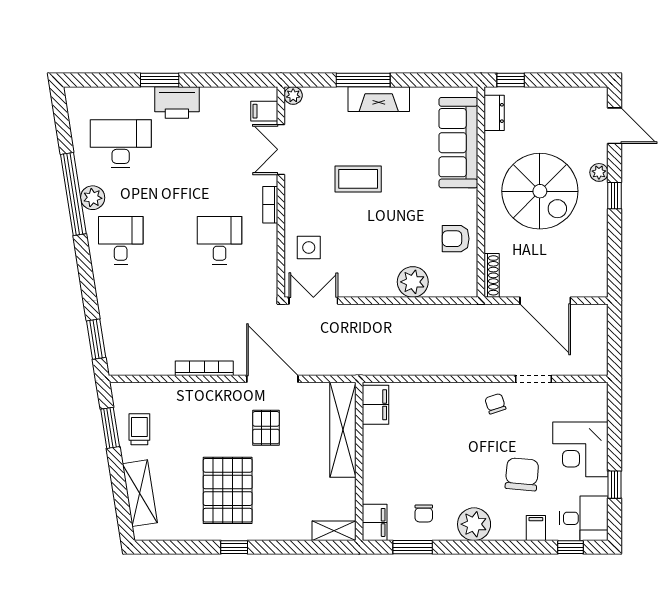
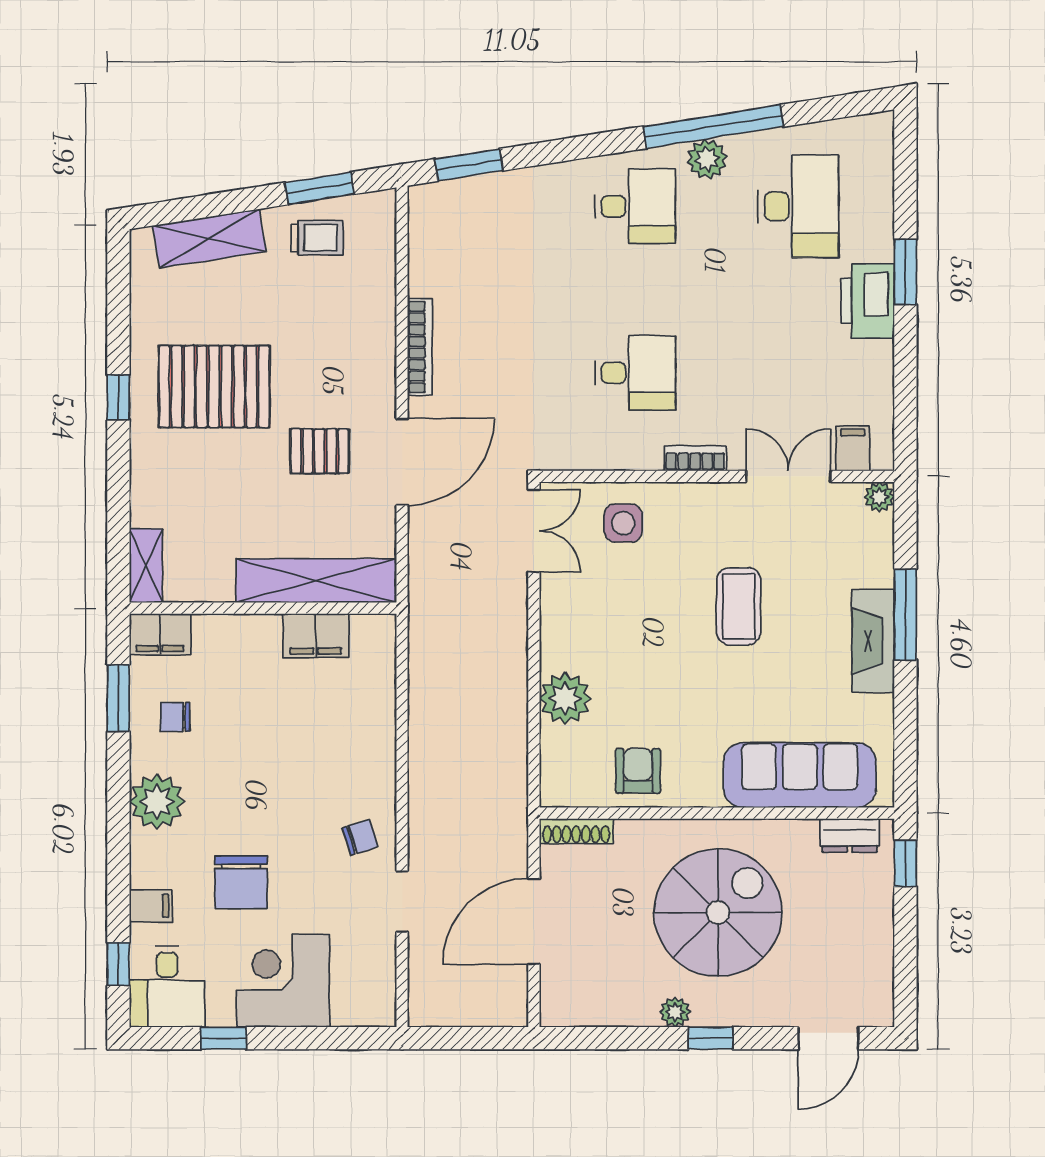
plant: (599, 172) -> (675, 1012), moved
spiral stairs: (540, 191) -> (718, 913), turned 180
filing cabinet: (375, 405) -> (316, 636), moved
chair: (522, 474) -> (241, 882), turned 85

